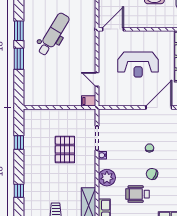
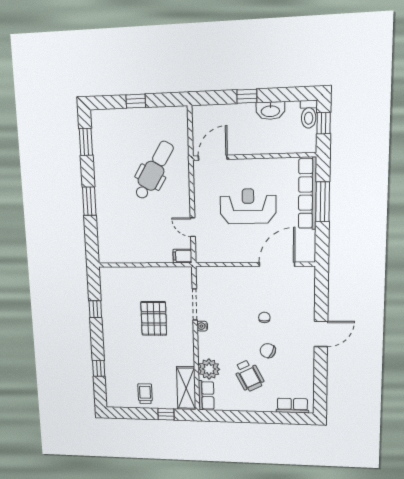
window: (19, 31) -> (86, 142), moved
dental chair: (53, 34) -> (154, 170), moved
reception desk: (138, 65) -> (248, 206), turned 180
plant: (107, 178) -> (209, 369), moved
wheelchair: (137, 194) -> (249, 376), turned -117

